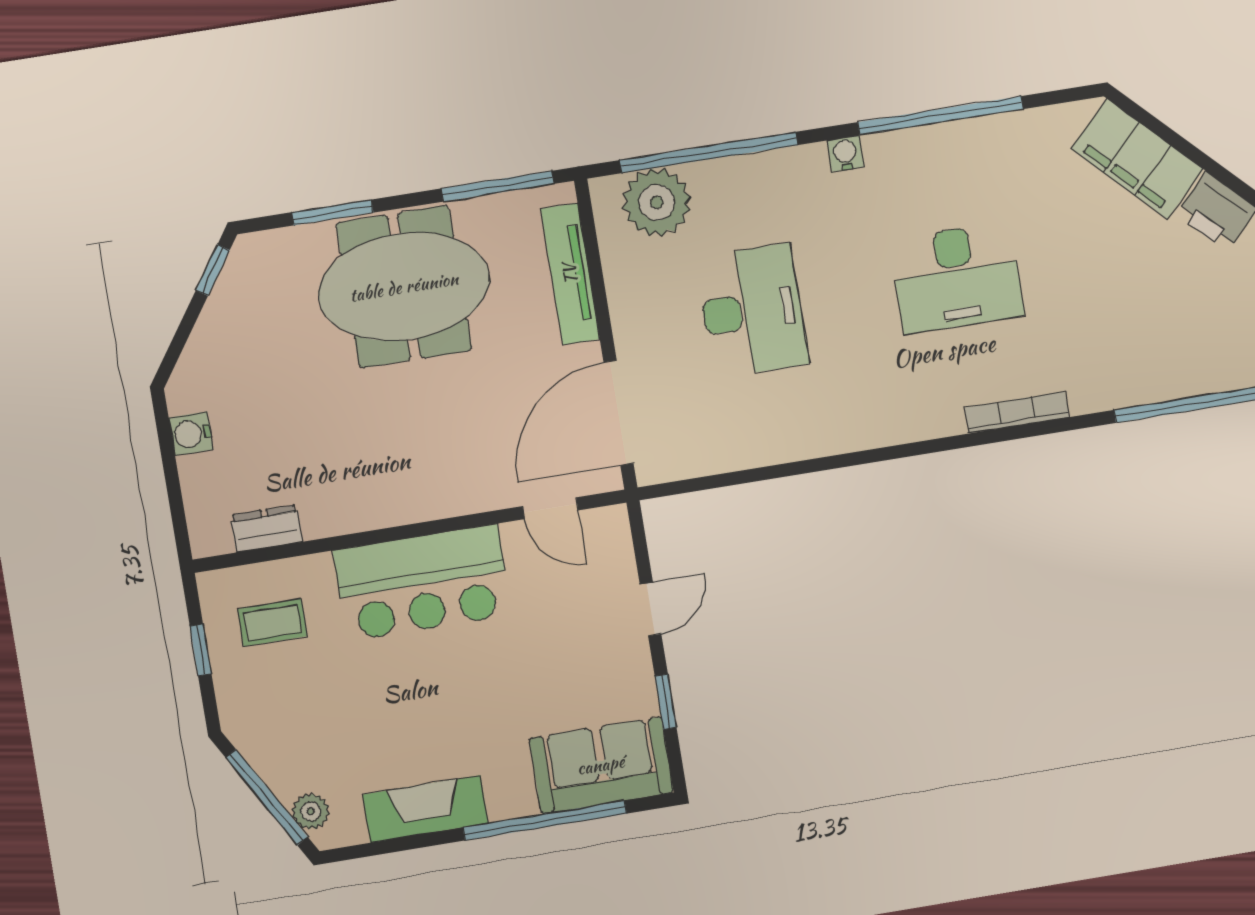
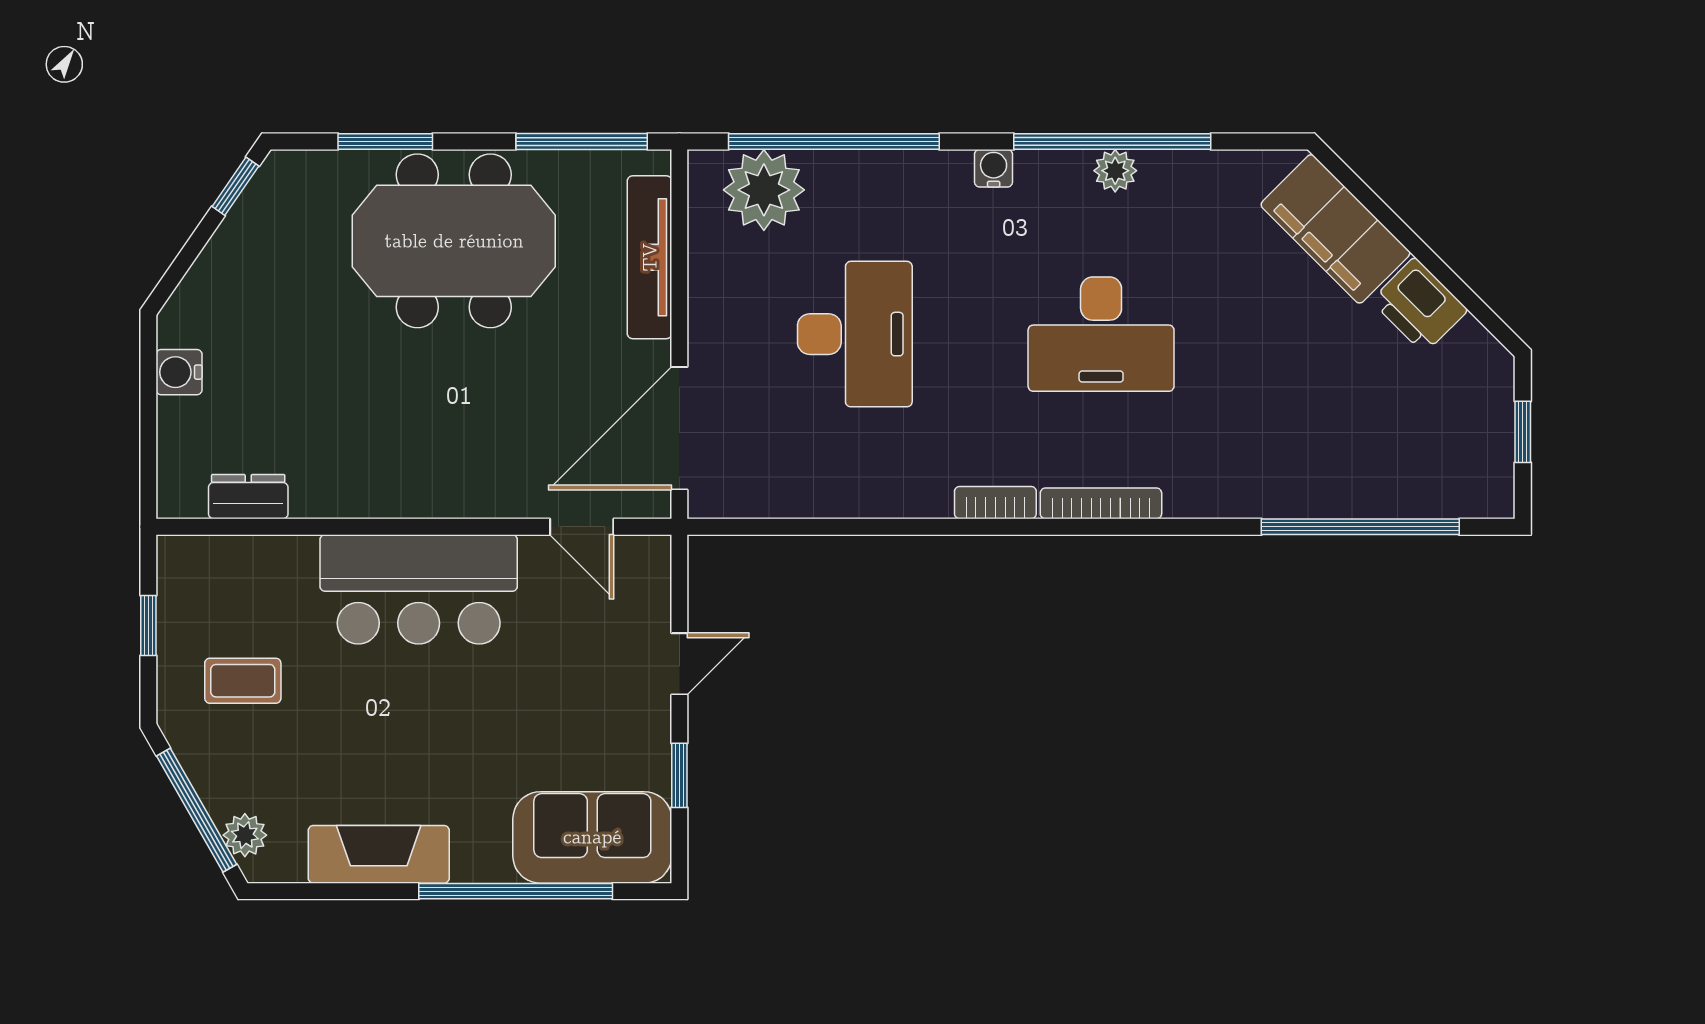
plant: (947, 140) -> (1115, 171), added
bookcase: (1017, 412) -> (1101, 503), moved
bookcase: (892, 432) -> (995, 503), added
coffee table: (272, 623) -> (243, 681), moved

